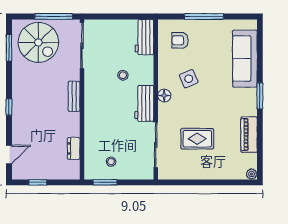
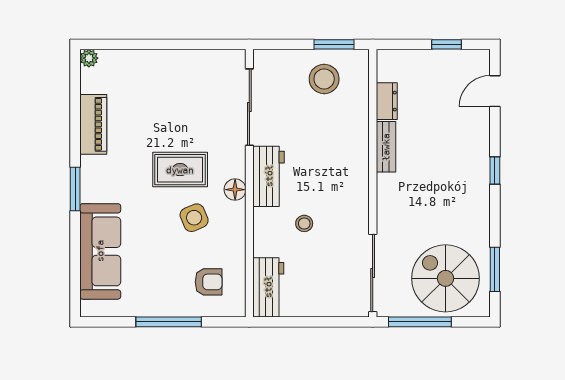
bench: (74, 96) -> (386, 147), moved
rug: (197, 139) -> (180, 170), moved
stool: (111, 162) -> (324, 79), width x1.89, depth x1.89

